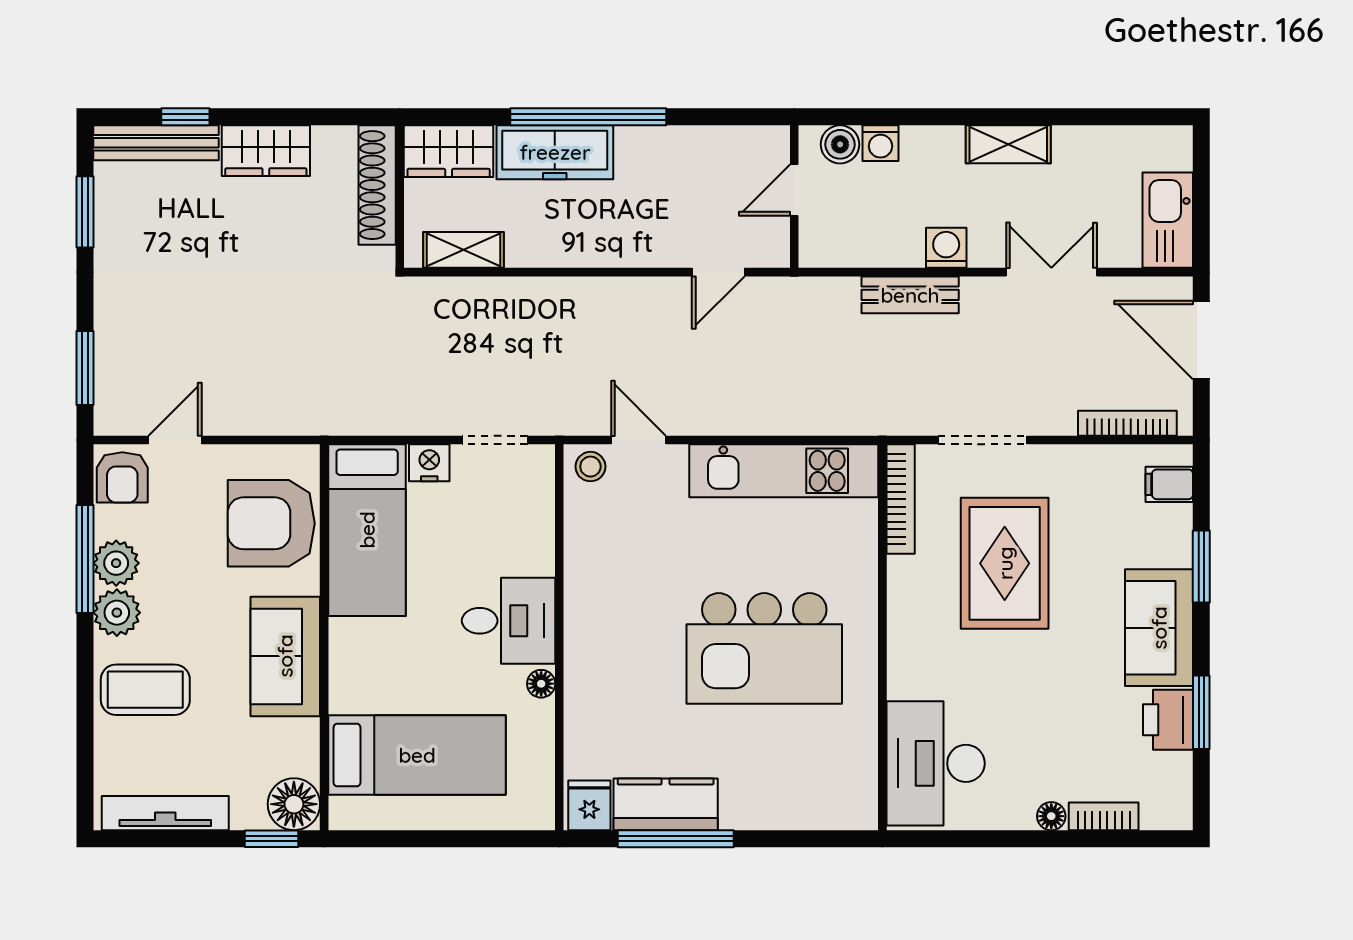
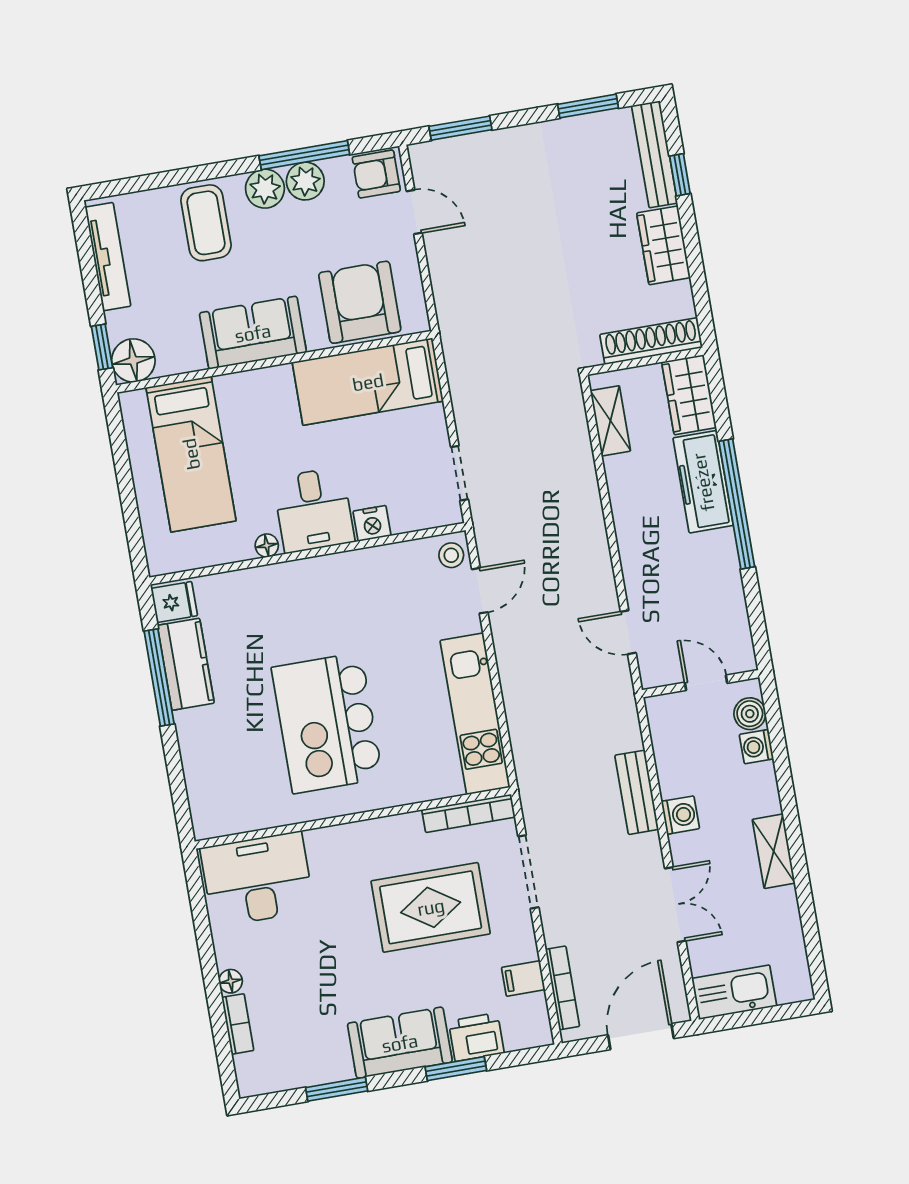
nightstand: (429, 463) -> (372, 523), moved, turned 90
filing cabinet: (1169, 484) -> (523, 979), moved, turned -90
printer: (1168, 720) -> (476, 1037), moved

